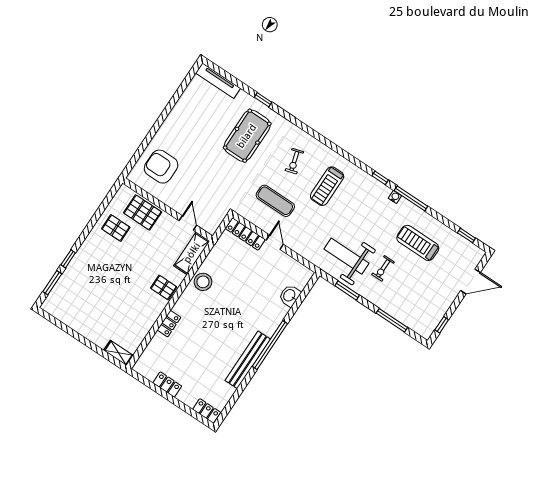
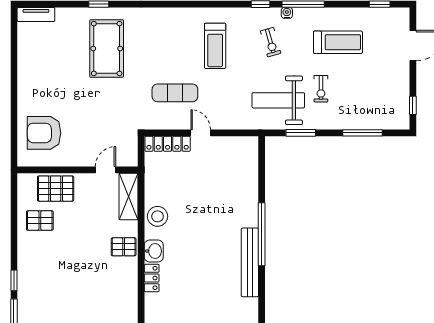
tv unit: (218, 81) -> (36, 14), width x0.71
exercise bike: (294, 161) -> (271, 42), moved
door: (188, 223) -> (106, 170), hinge flipped
treadmill: (418, 243) -> (338, 42), turned 180
washbasin: (290, 296) -> (154, 251), moved, turned 180

